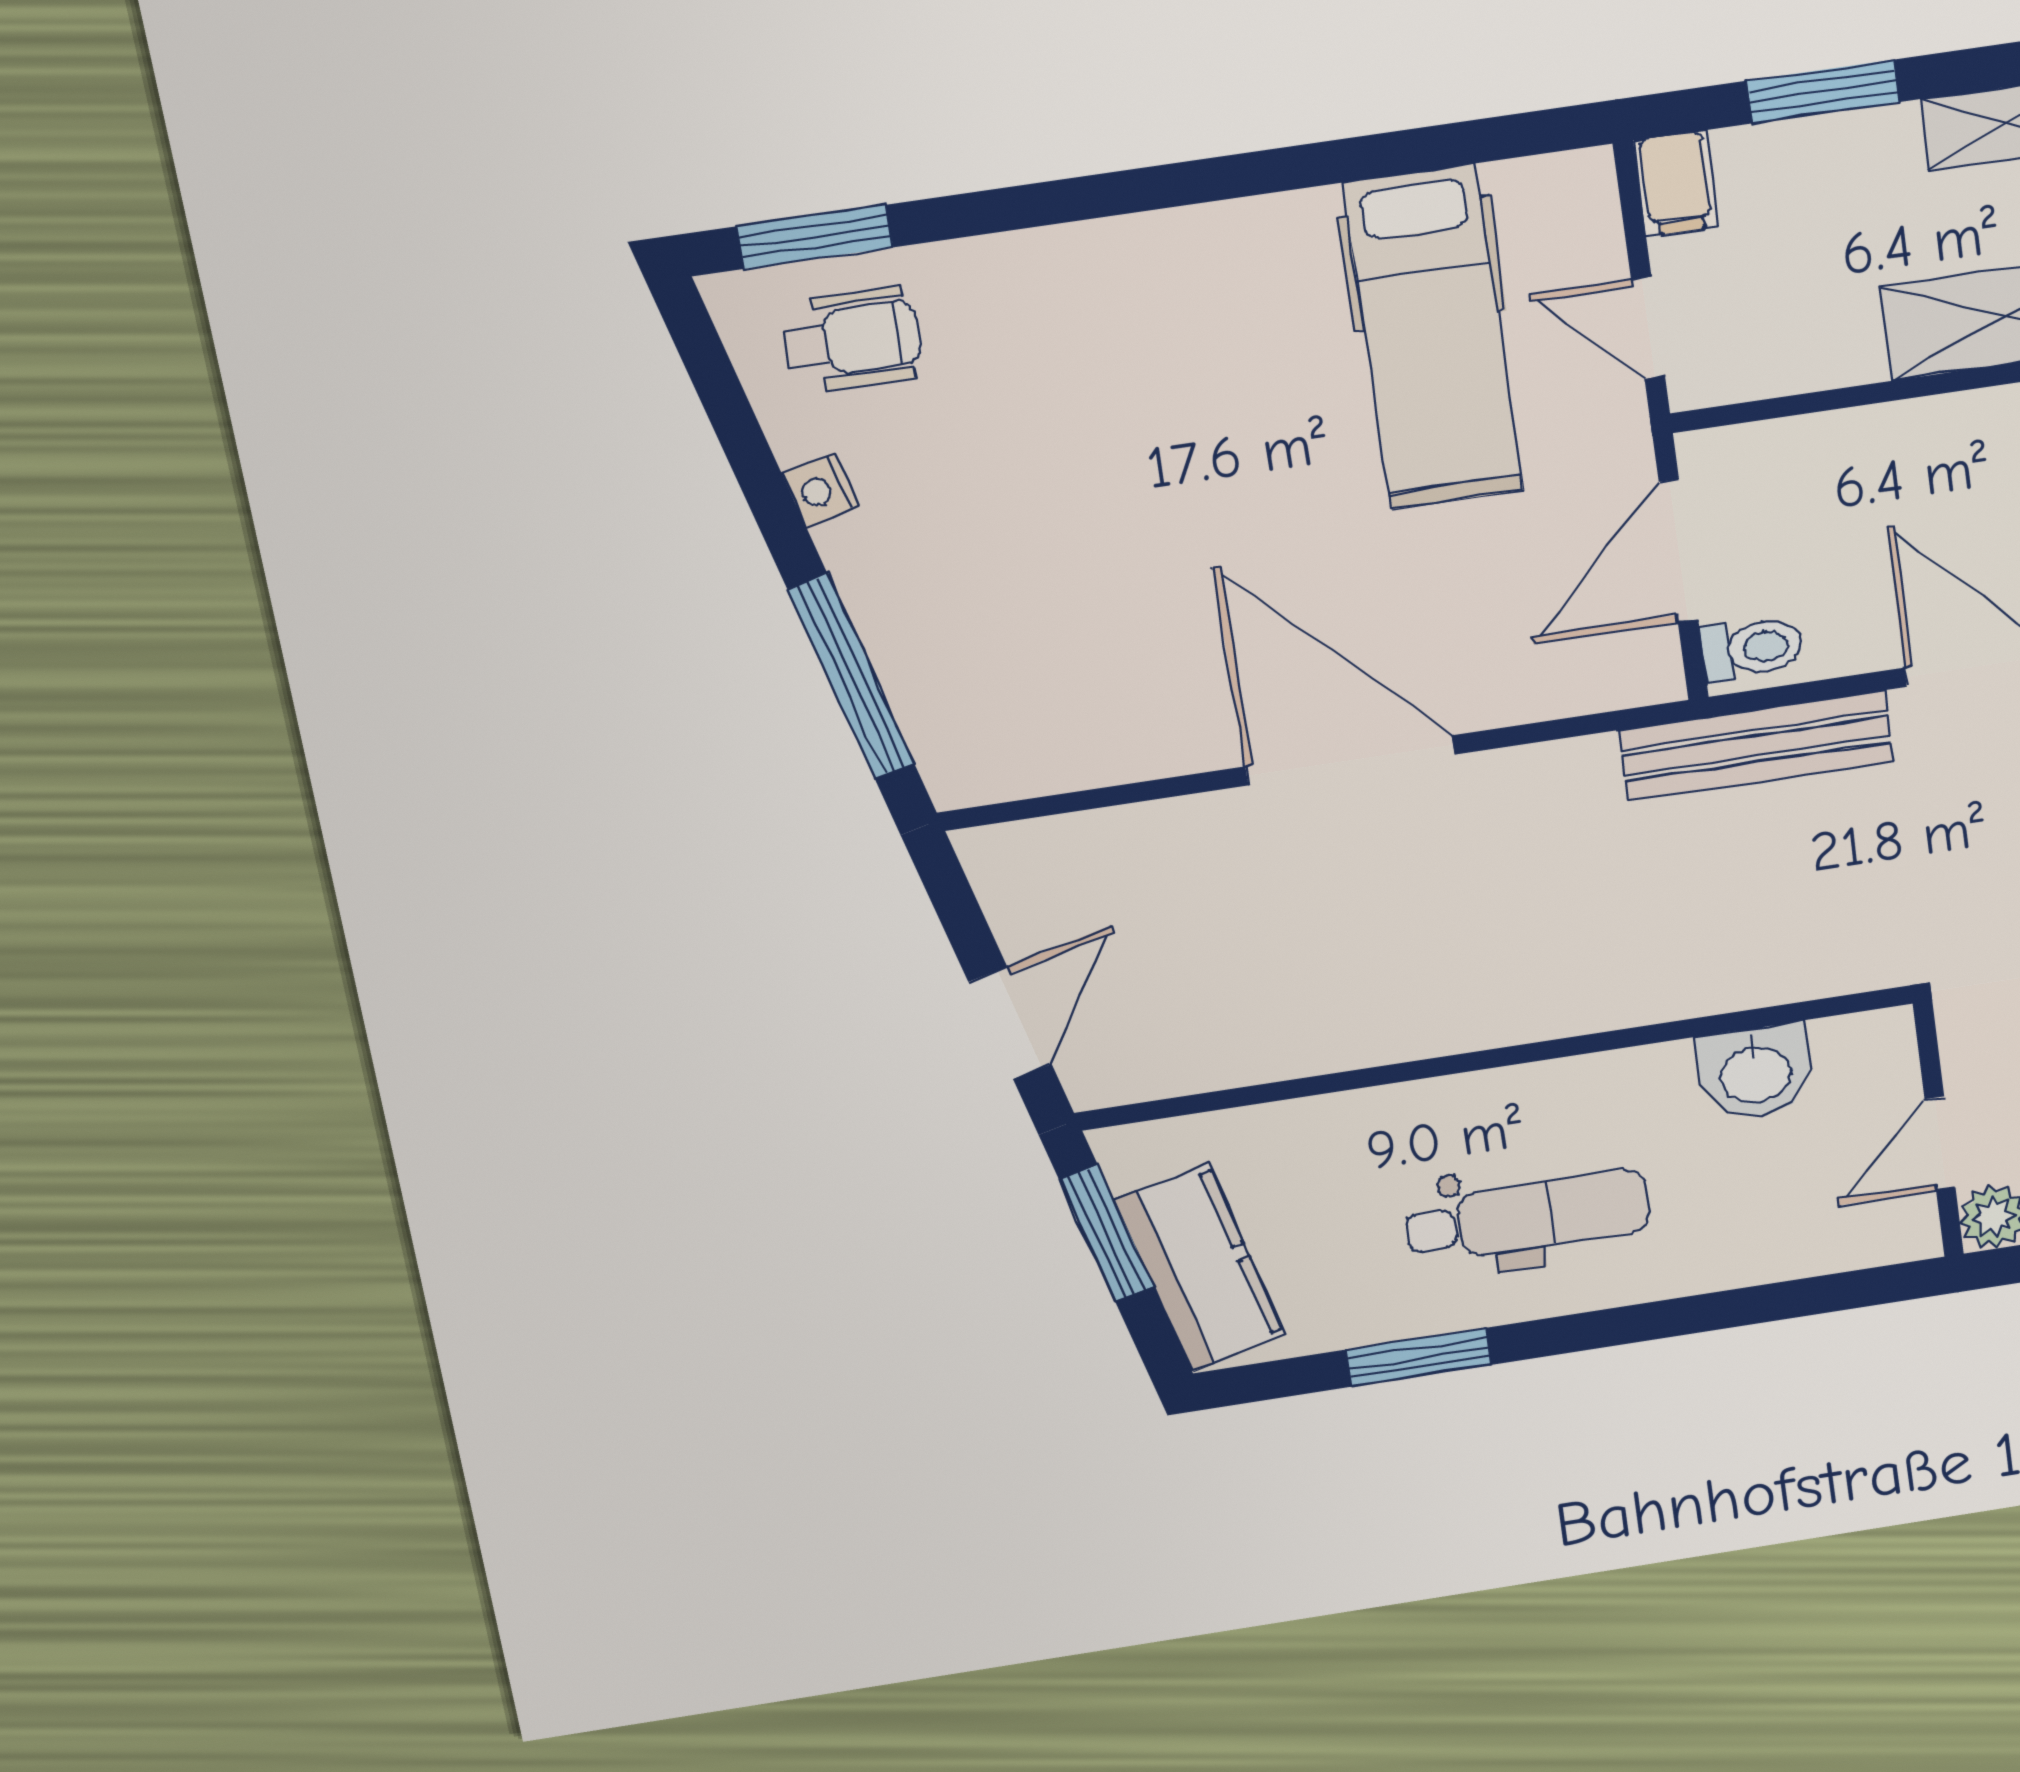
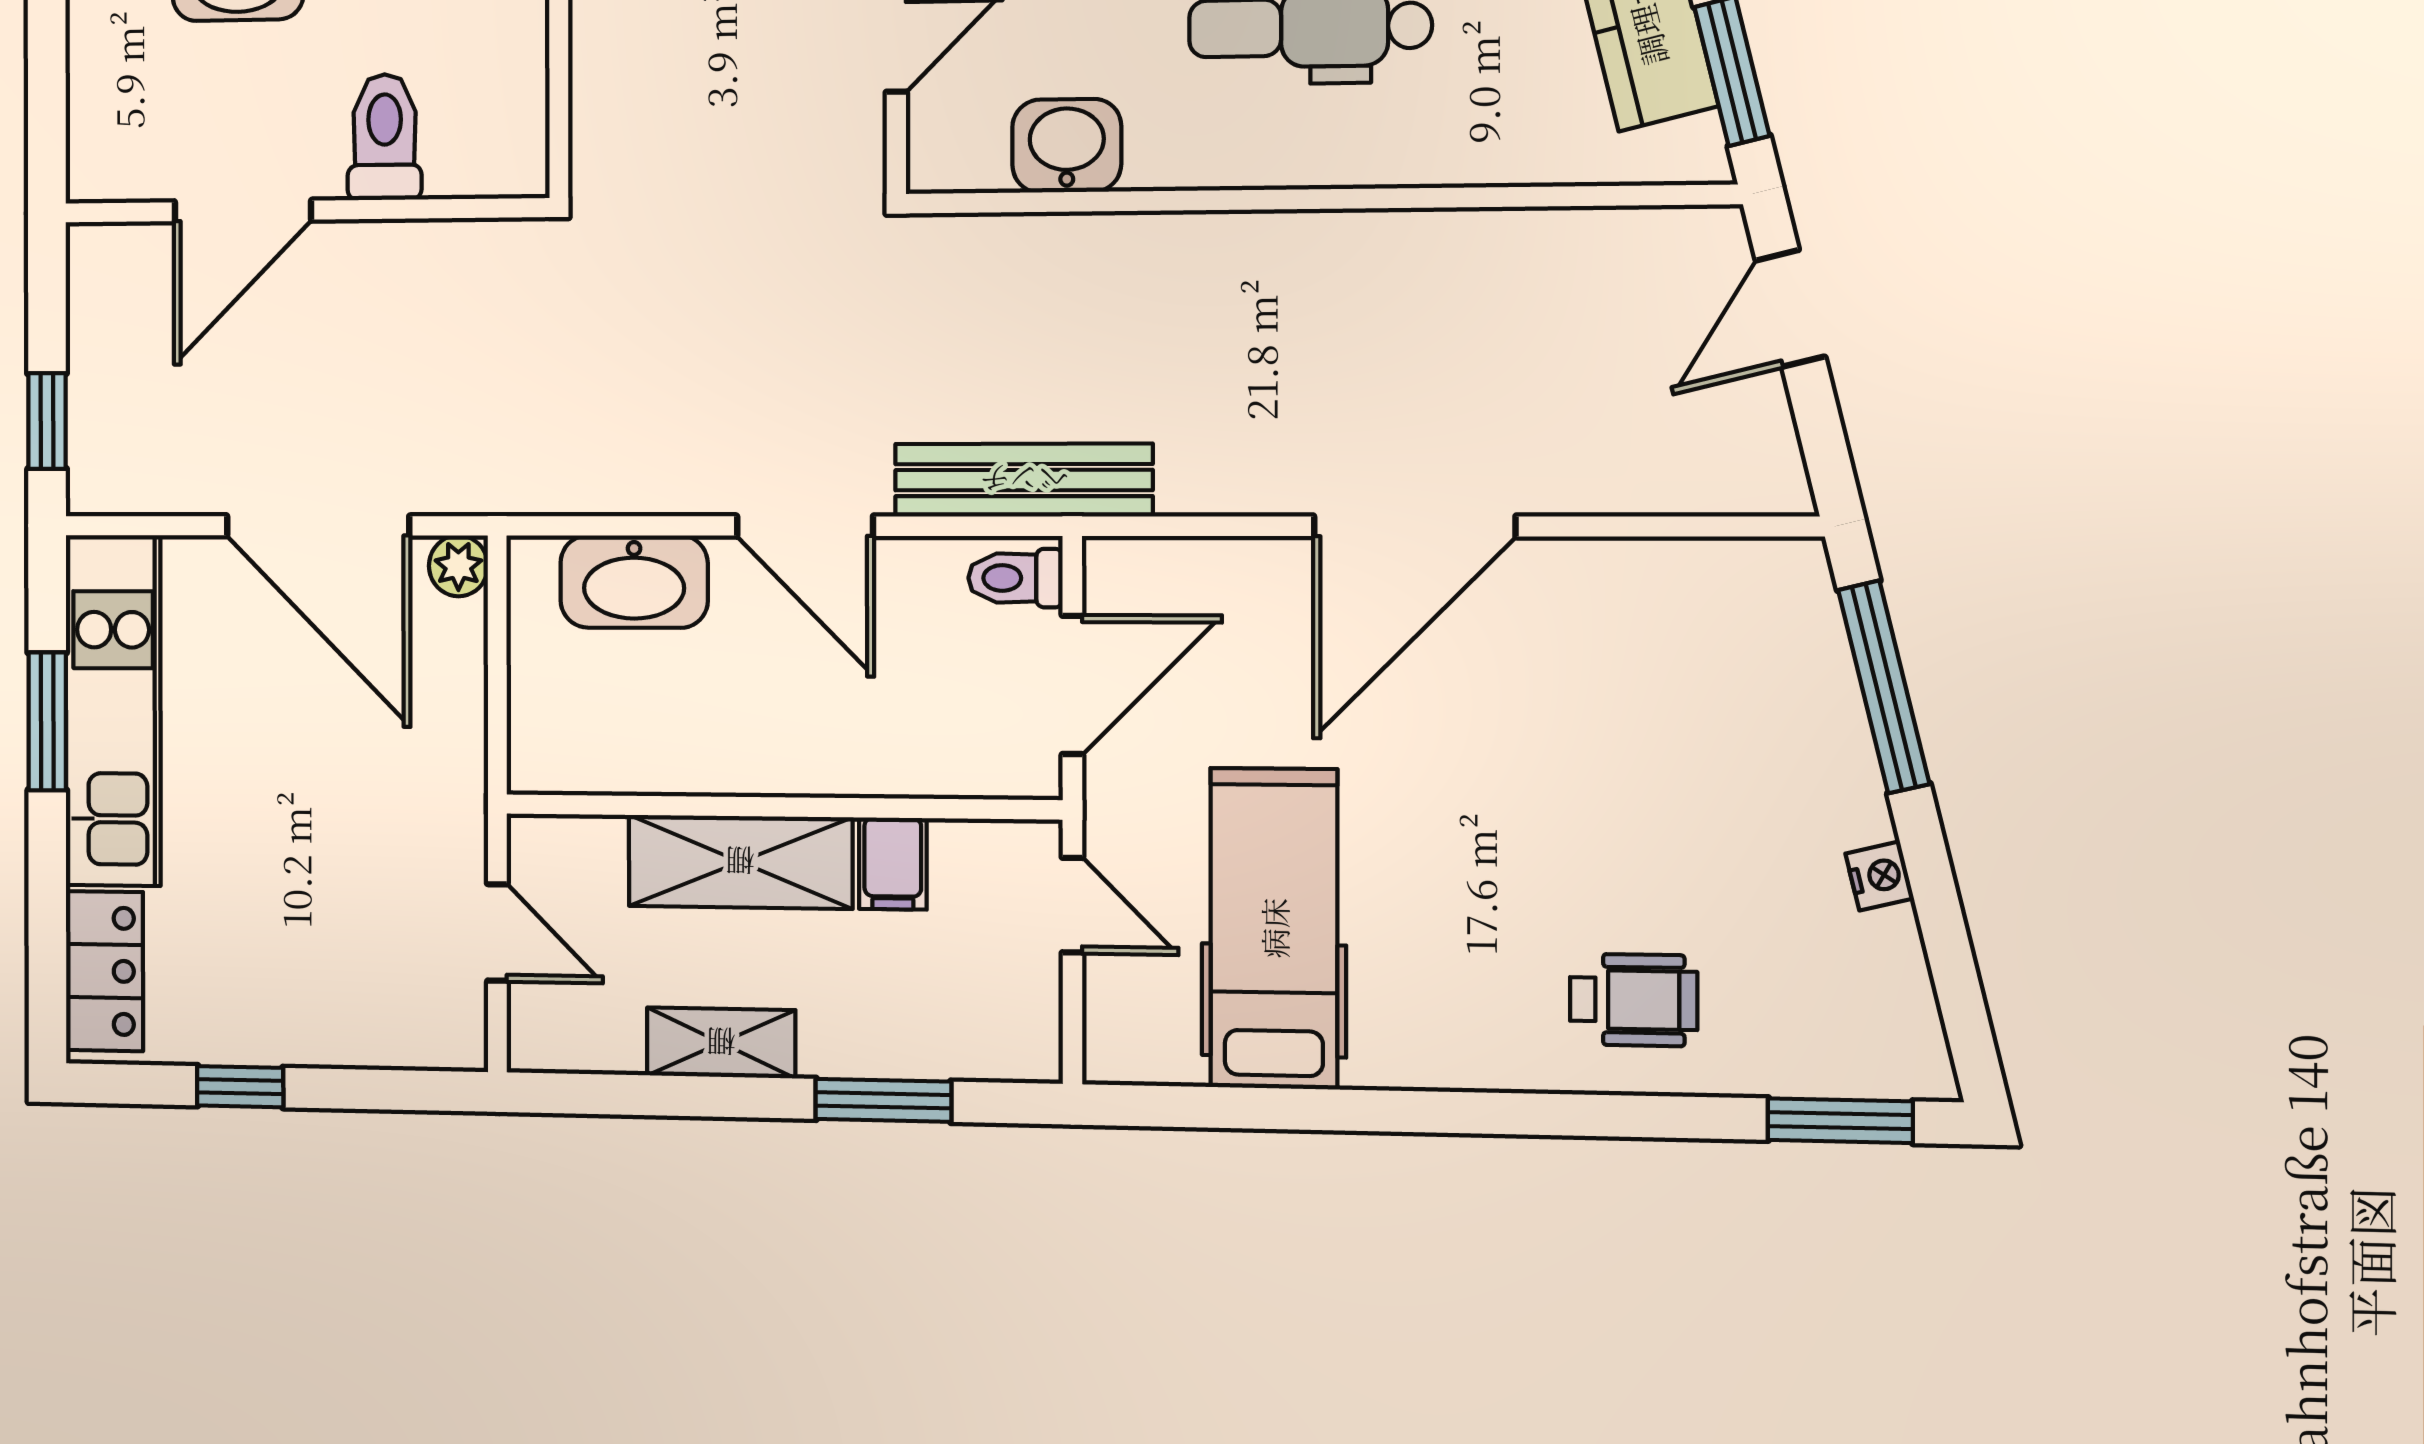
filing cabinet: (1676, 183) -> (893, 864), moved, turned 180
wheelchair: (853, 340) -> (1634, 1000), moved, turned 180
door: (1350, 760) -> (1414, 526), hinge flipped

